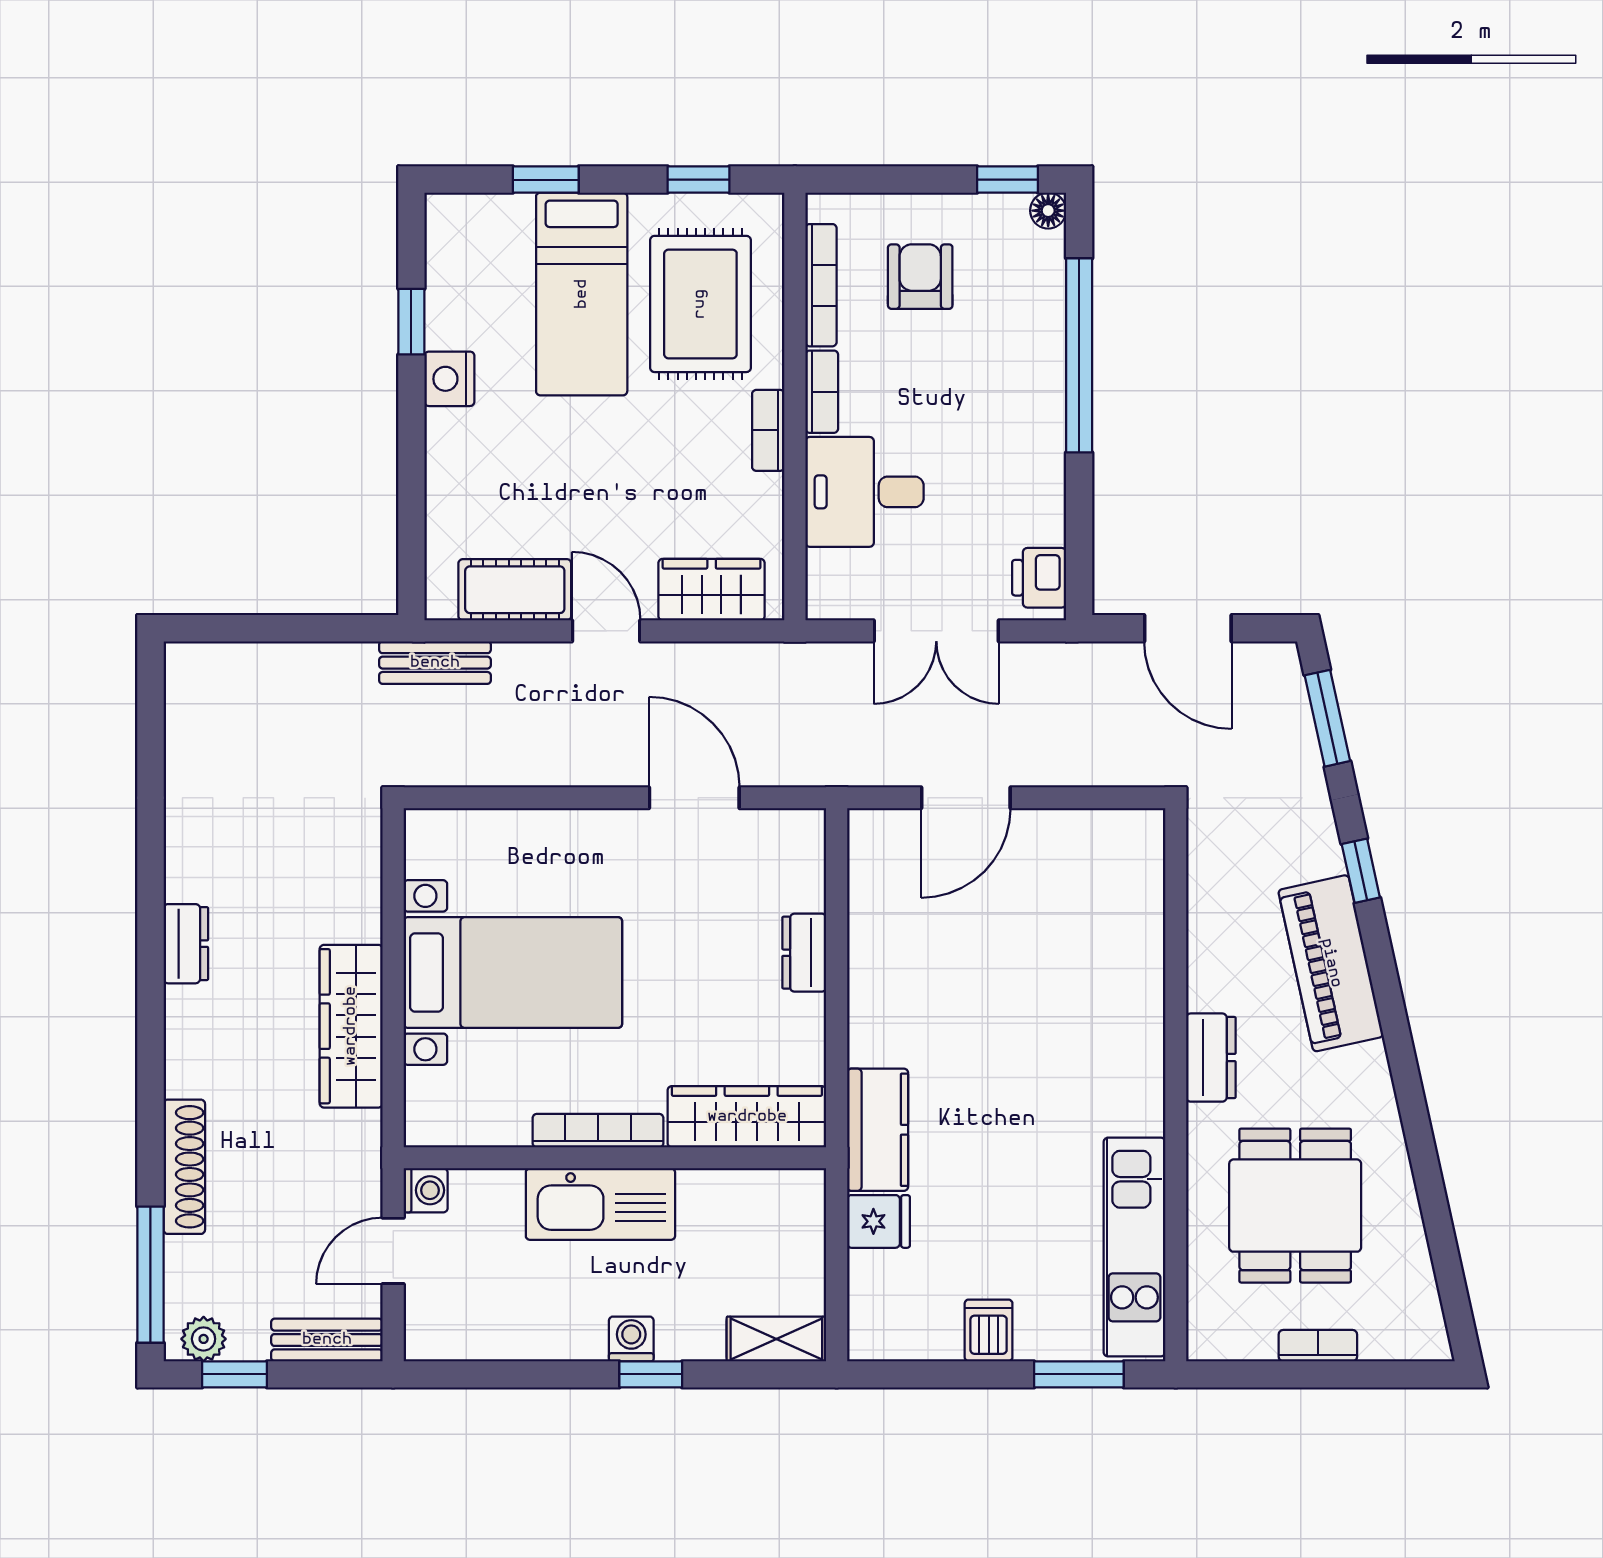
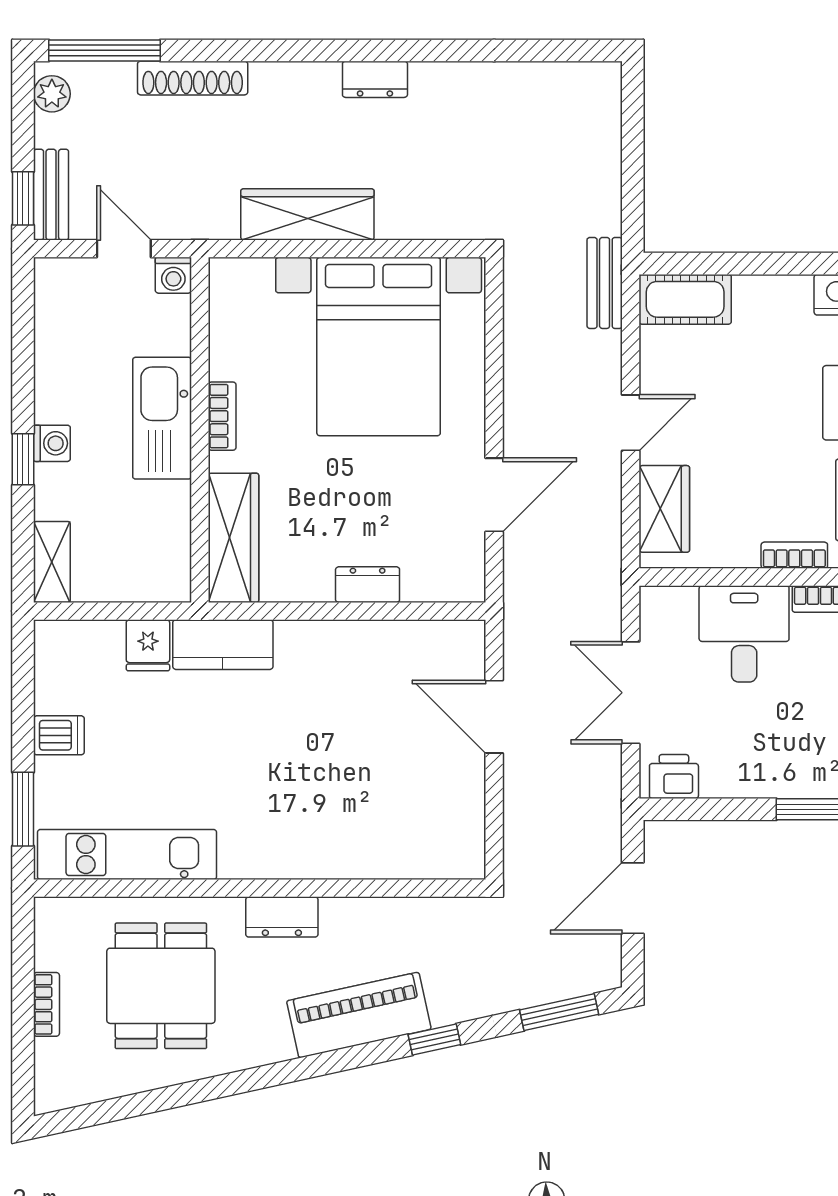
cot: (515, 590) -> (685, 299), moved, turned 90
bed with nightstands: (513, 973) -> (379, 347), width x1.36
bookcase: (598, 1131) -> (222, 416), width x0.64
dining table: (1295, 1206) -> (161, 986), turned 90
window: (234, 1374) -> (23, 198), moved

